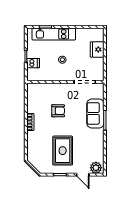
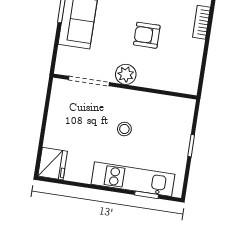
fridge: (97, 49) -> (53, 164), moved
dishwasher: (33, 63) -> (180, 131), removed
plant: (66, 88) -> (126, 74), added

